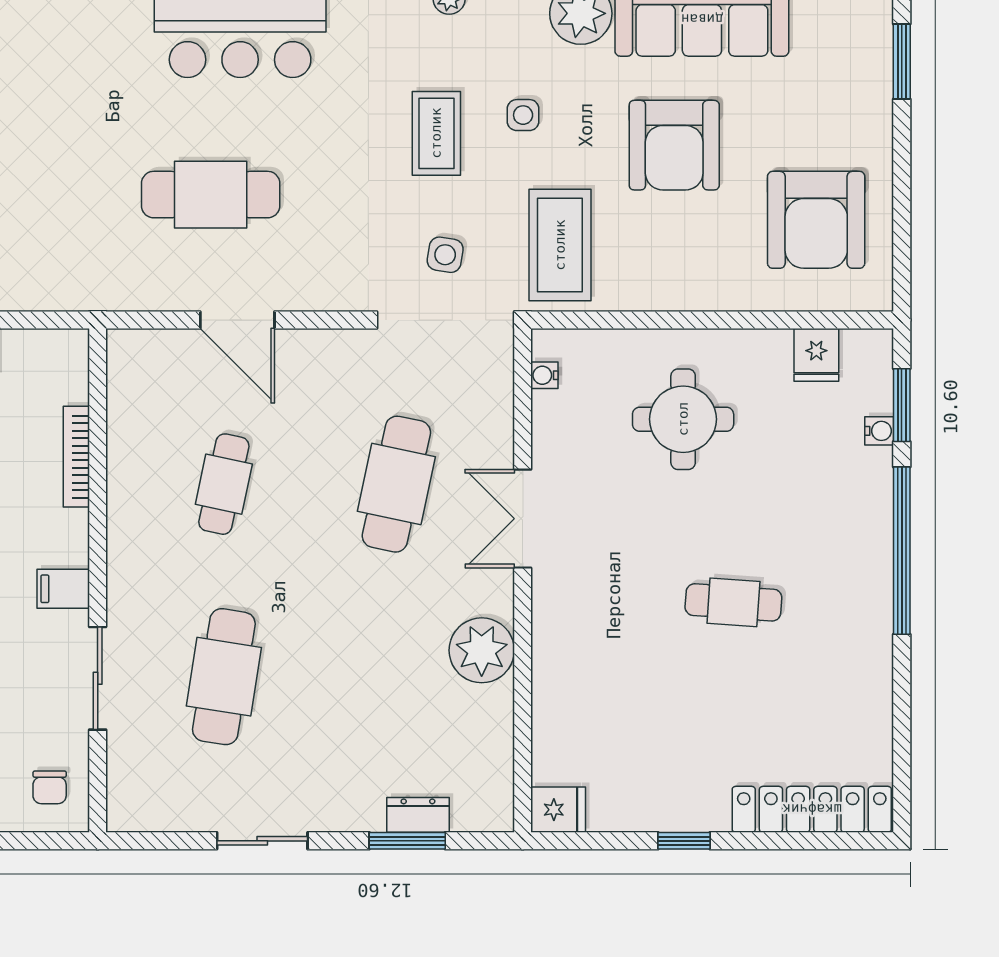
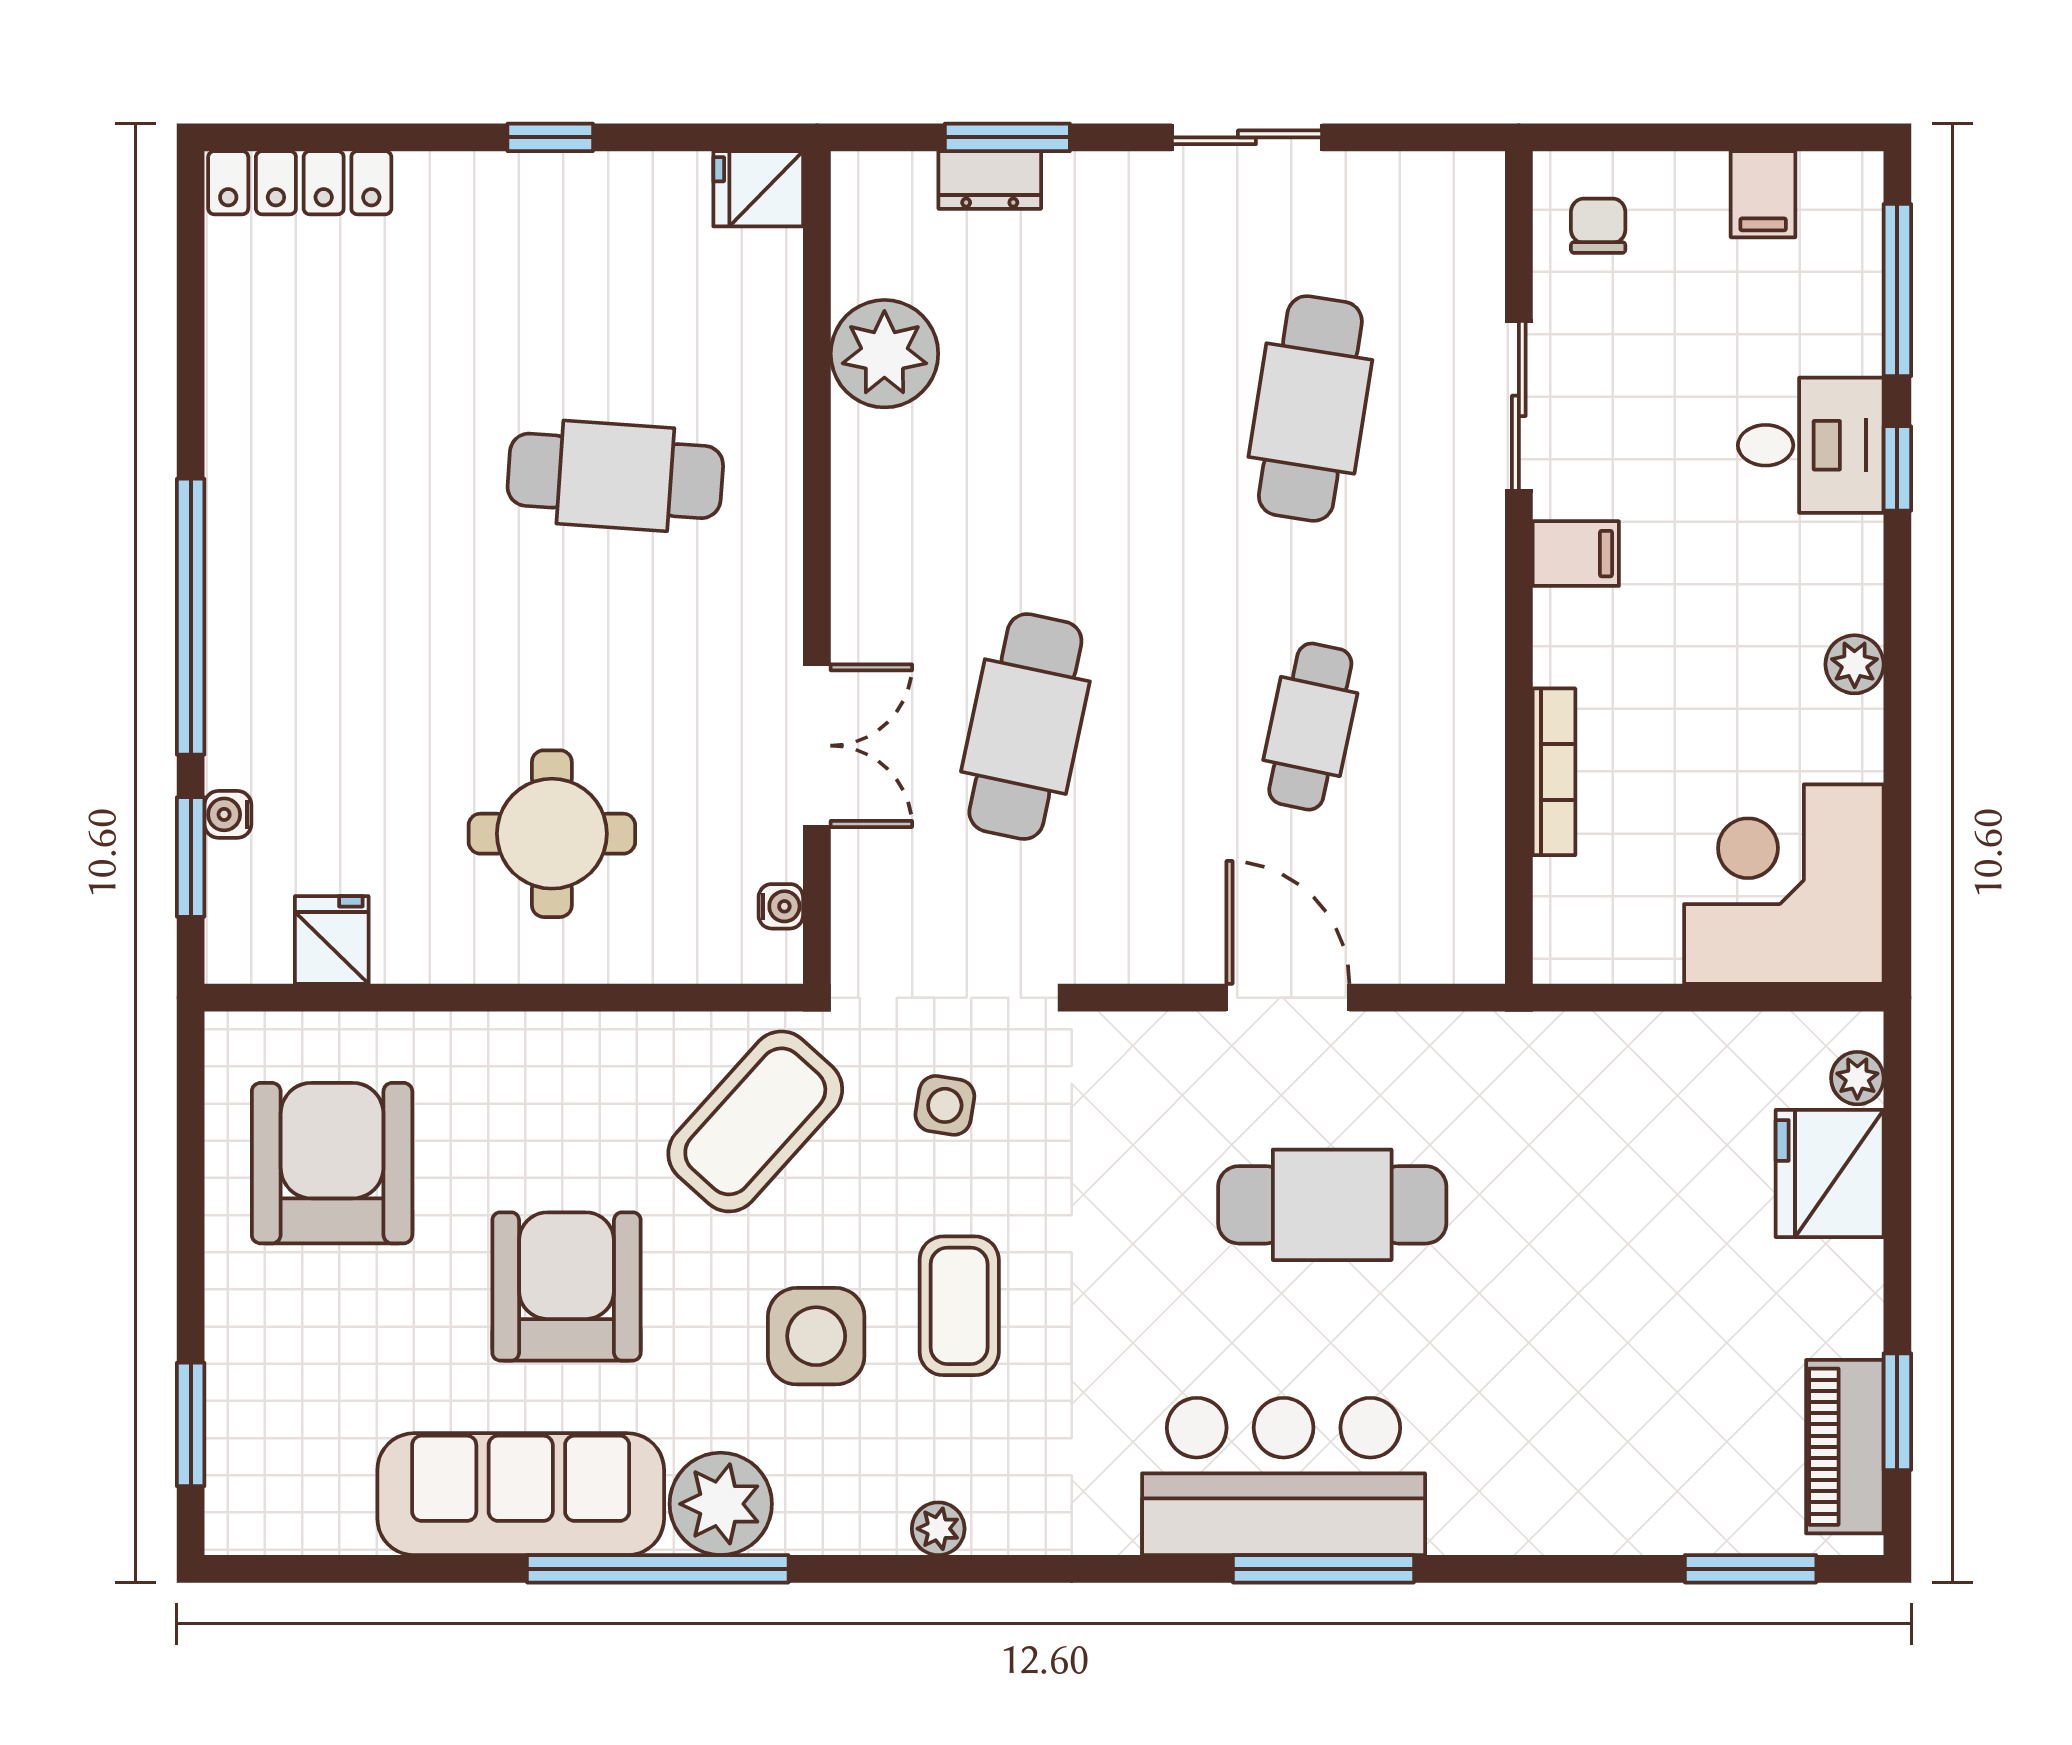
side table: (523, 115) -> (816, 1336), width x1.87, depth x1.87
coffee table: (560, 245) -> (755, 1121), turned 42
double door: (523, 519) -> (817, 746), moved
cafe table: (733, 602) -> (615, 476), moved, width x1.37, depth x1.35
plant: (482, 650) -> (884, 354), moved
locker: (812, 809) -> (300, 183), width x0.71, depth x0.83

